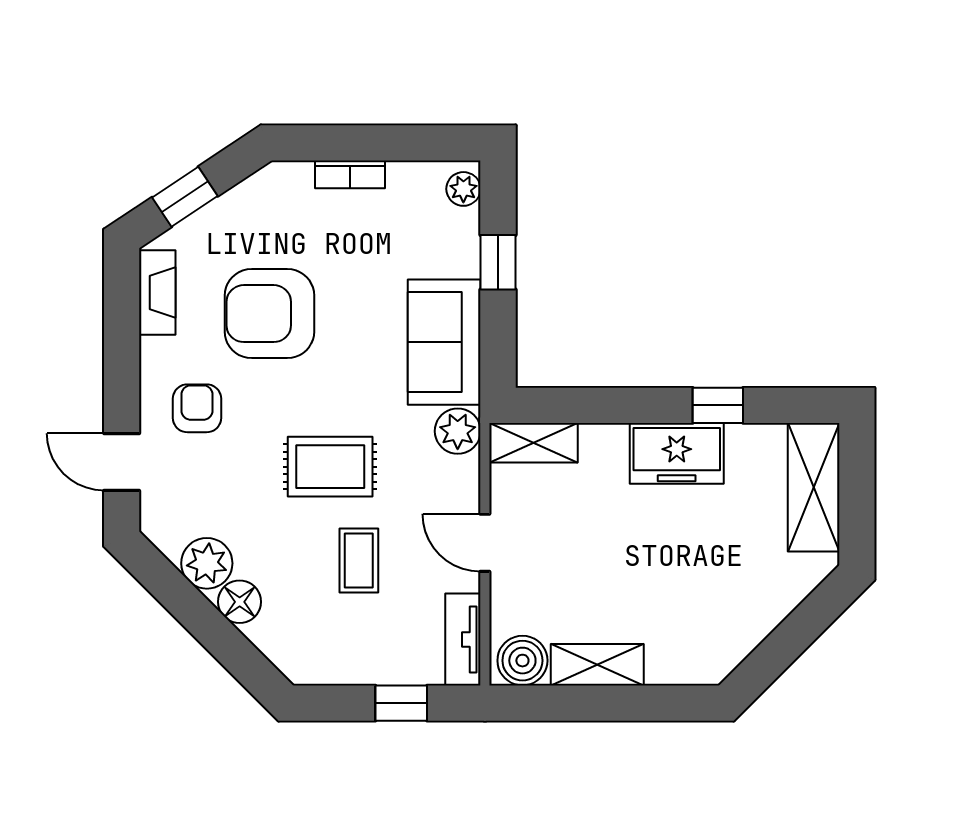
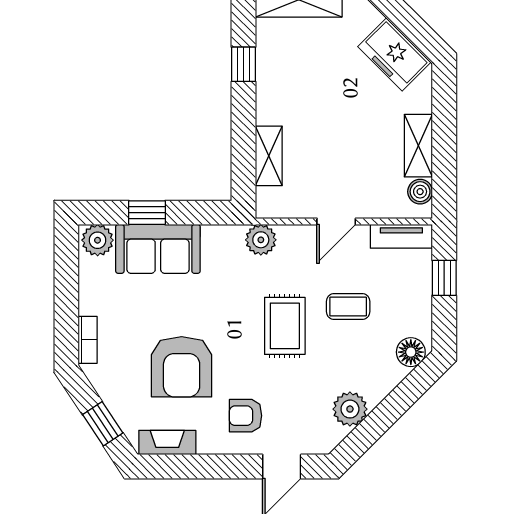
bookcase: (350, 174) -> (88, 340), moved
plant: (463, 189) -> (98, 240), width x1.38, depth x1.38
sofa: (444, 342) -> (158, 249), moved
shelving: (533, 443) -> (269, 156), moved
freezer: (677, 453) -> (394, 54), moved, turned 135
floor lamp: (240, 602) -> (411, 352), moved
boiler: (522, 661) -> (420, 192), width x0.73, depth x0.73

